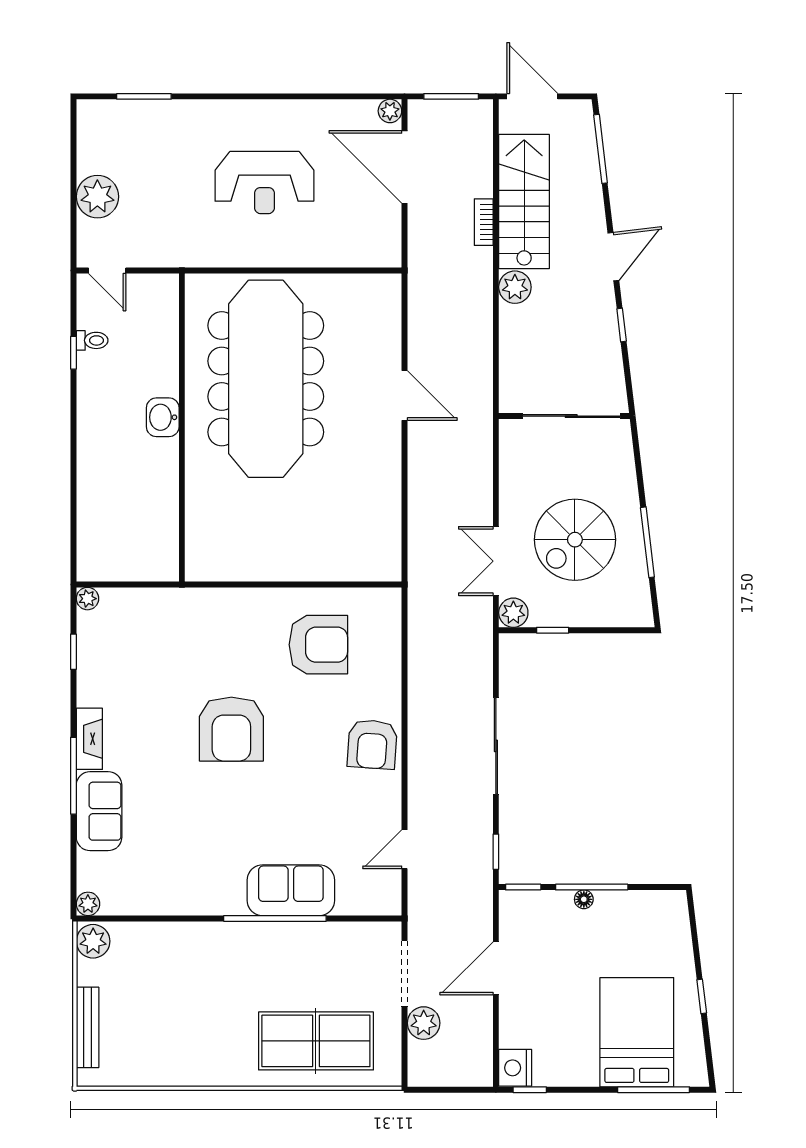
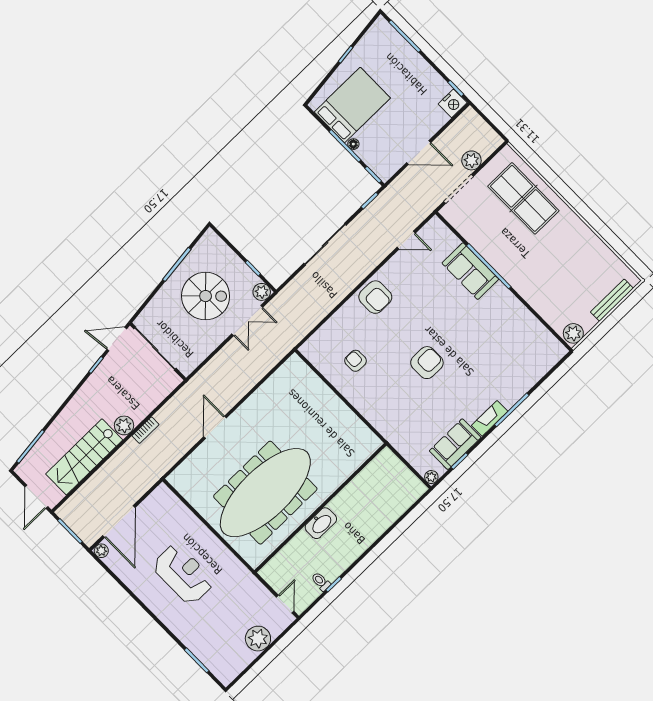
bookcase: (484, 222) -> (145, 430), moved
door: (613, 257) -> (117, 339), moved
washbasin: (163, 417) -> (321, 523), width x1.38
armchair: (318, 645) -> (356, 361), width x0.53, depth x0.53
armchair: (231, 729) -> (427, 363), width x0.73, depth x0.73
armchair: (372, 744) -> (375, 297), turned 86
sofa: (99, 811) -> (455, 444), moved
plant: (88, 904) -> (560, 351), removed
bed: (637, 1032) -> (352, 105), moved, turned 180

